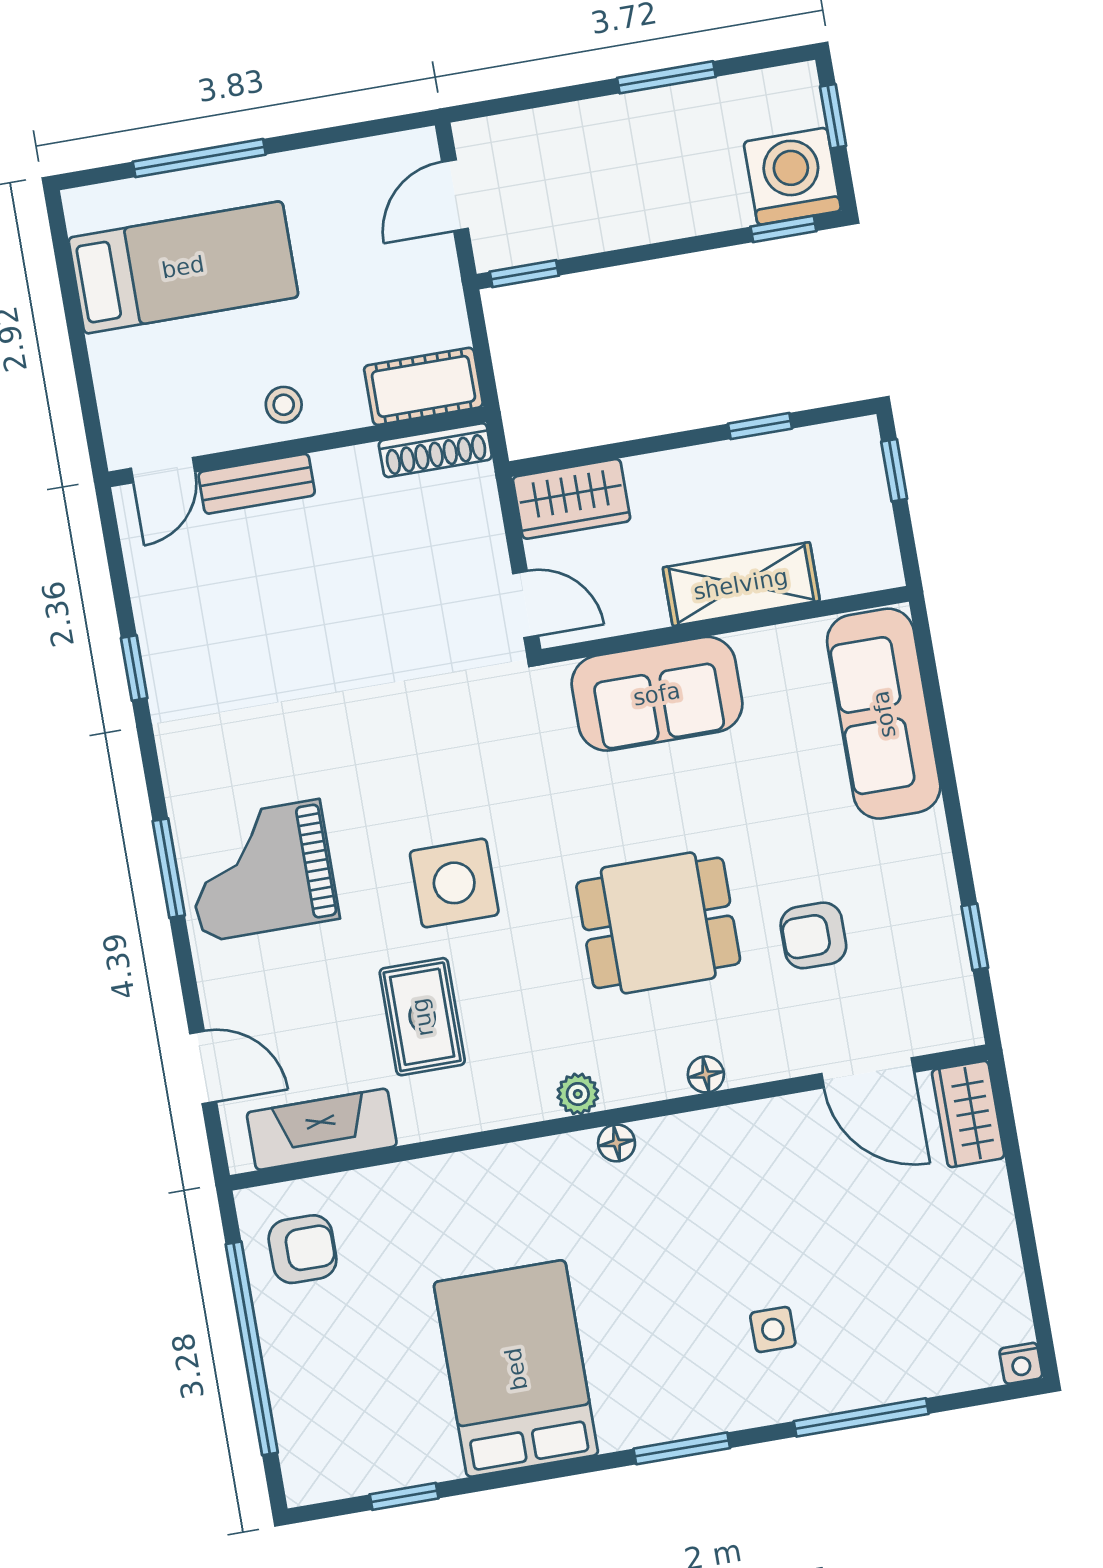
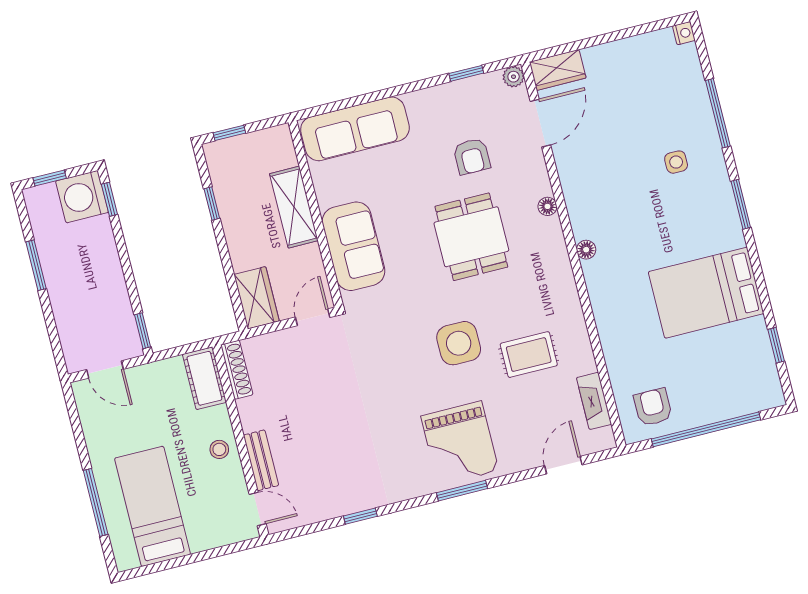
plant: (578, 1094) -> (514, 77), moved
fireplace: (322, 1129) -> (594, 401), width x0.73, depth x0.76

